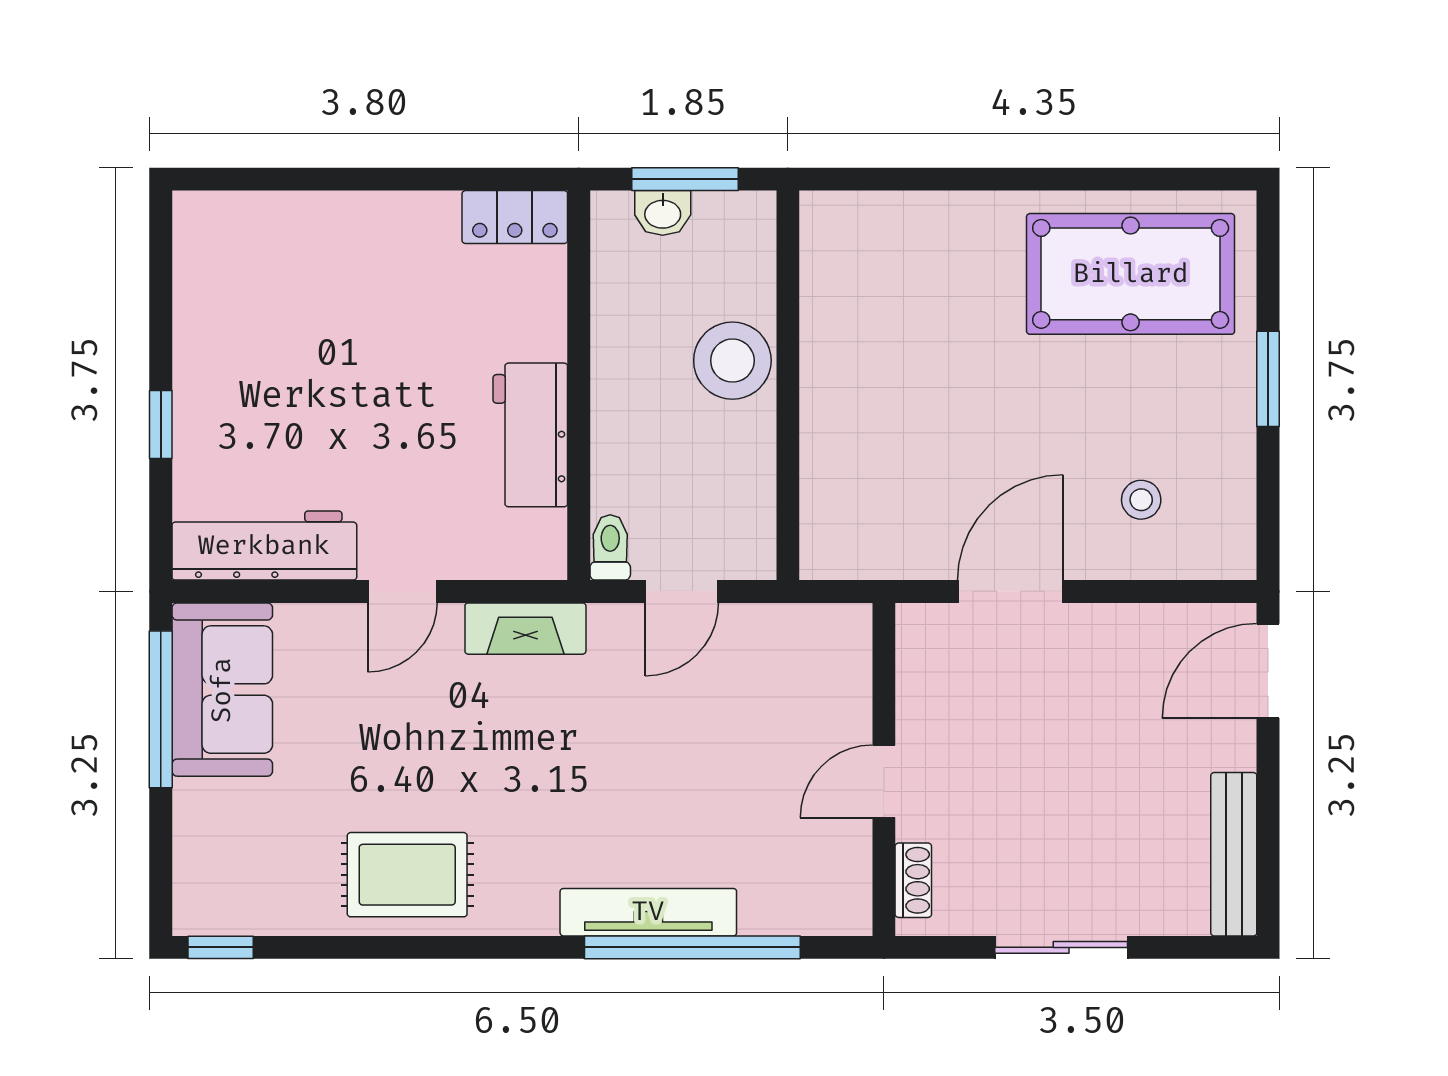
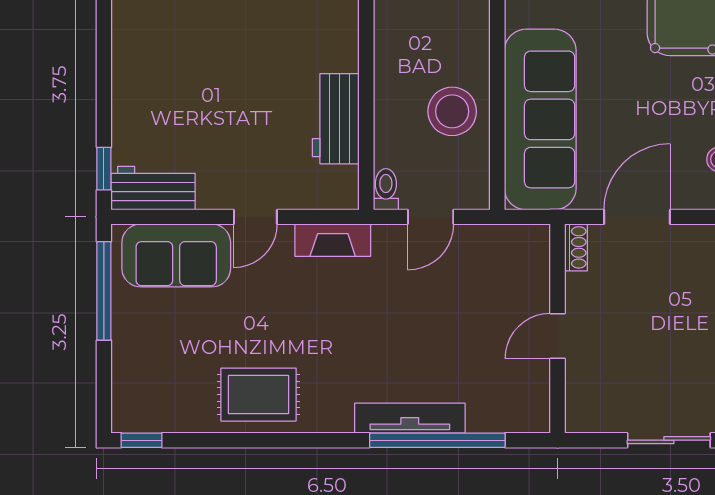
stool: (732, 361) -> (452, 111), moved
window: (161, 424) -> (104, 169), moved
sofa: (856, 436) -> (540, 119), added
workbench: (264, 546) -> (153, 188), width x0.73
sofa: (222, 690) -> (176, 255), moved, turned 90
shoe rack: (913, 880) -> (576, 247), moved

